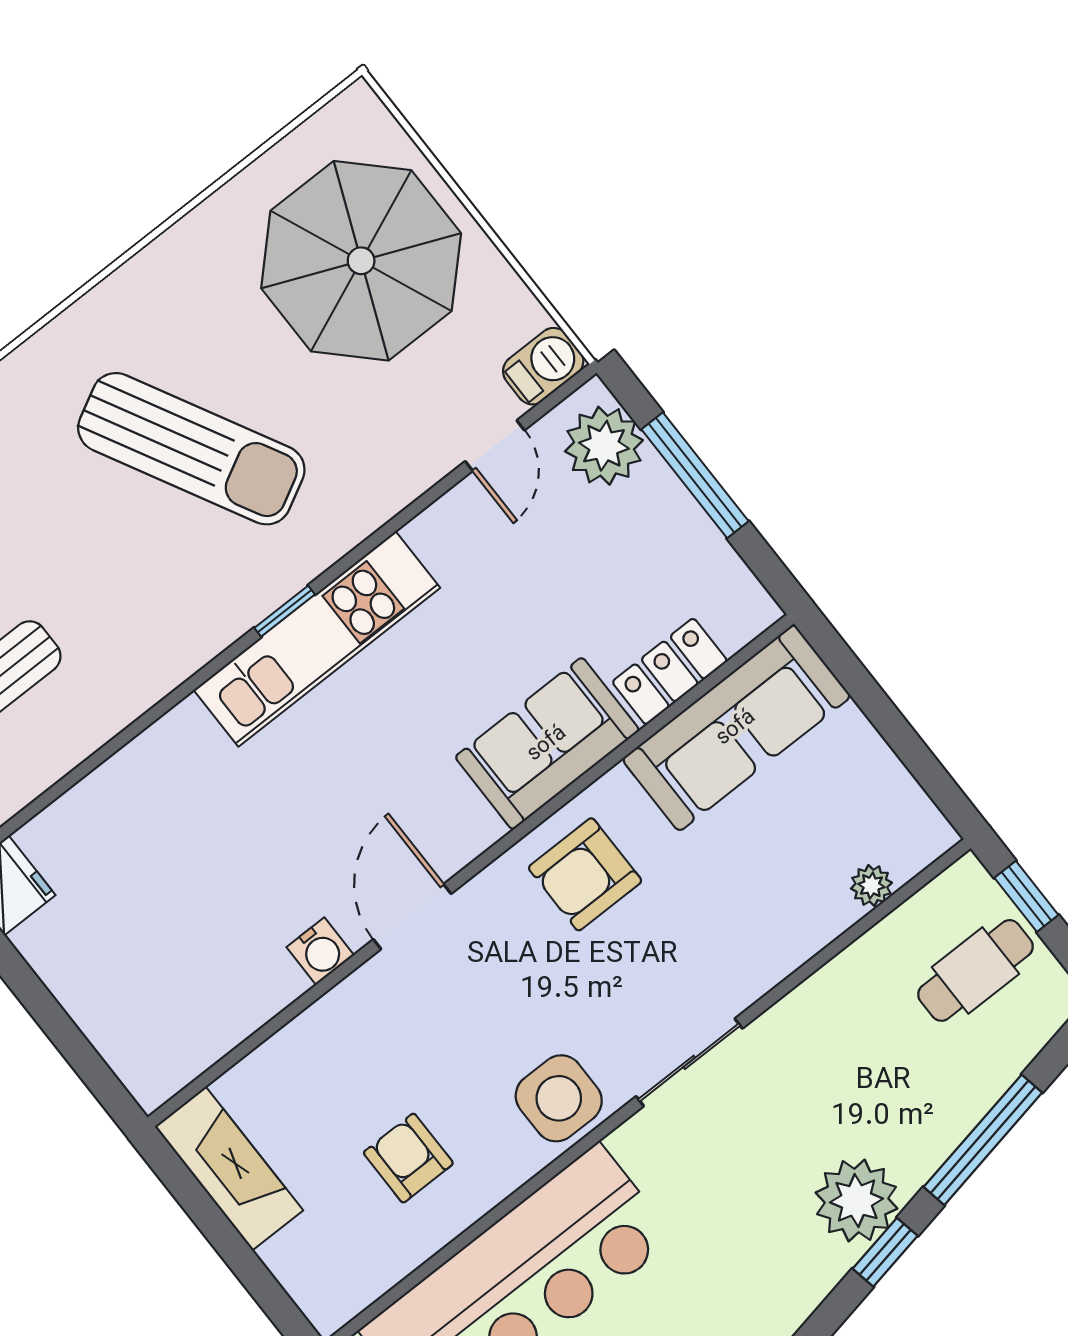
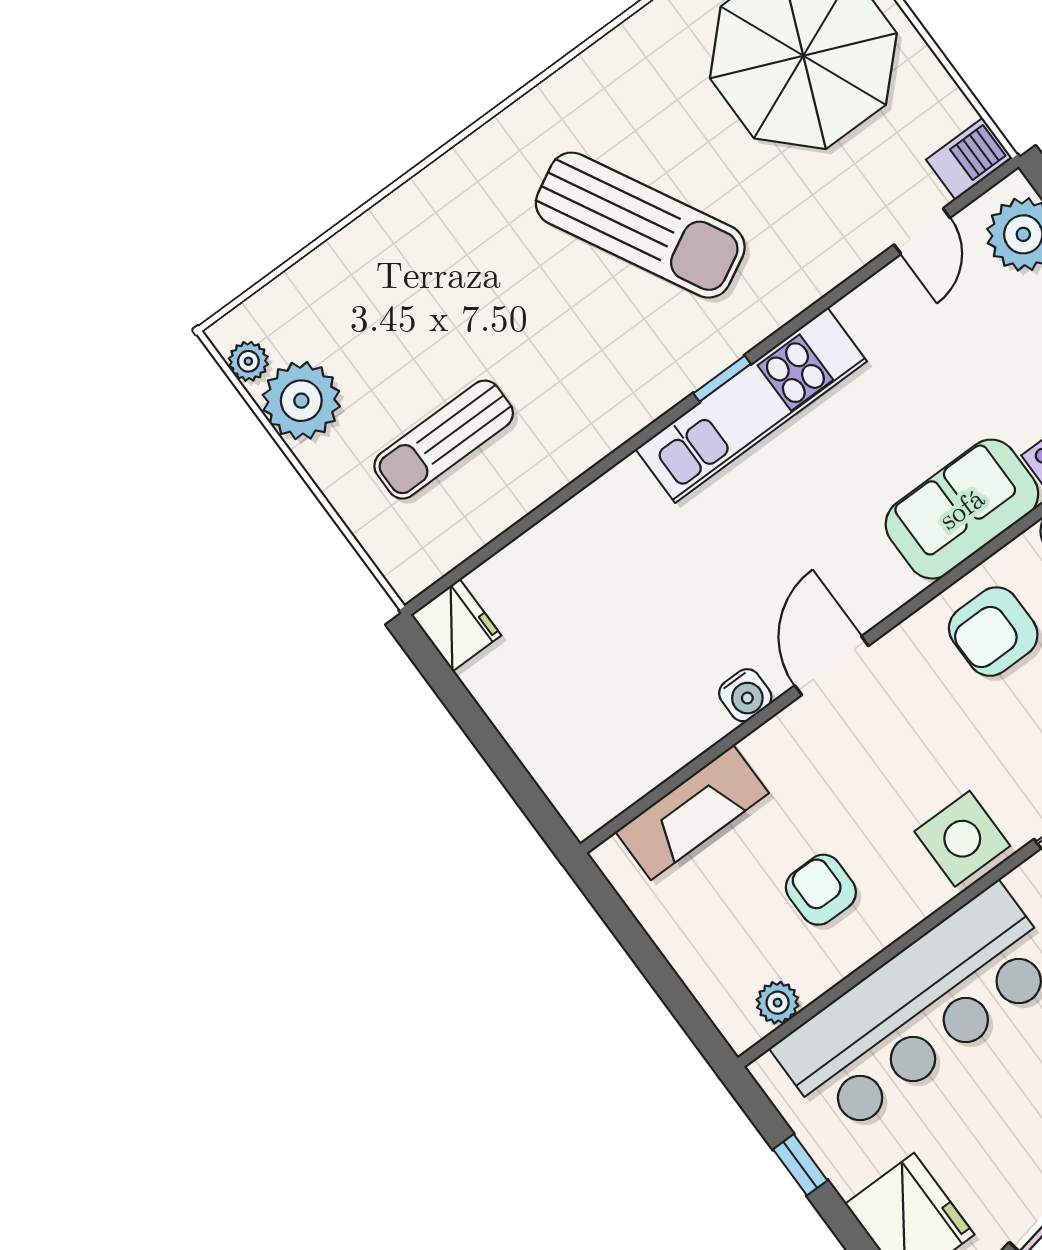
fireplace: (229, 1168) -> (692, 812), moved, turned 90
plant: (365, 1281) -> (778, 1003), added

